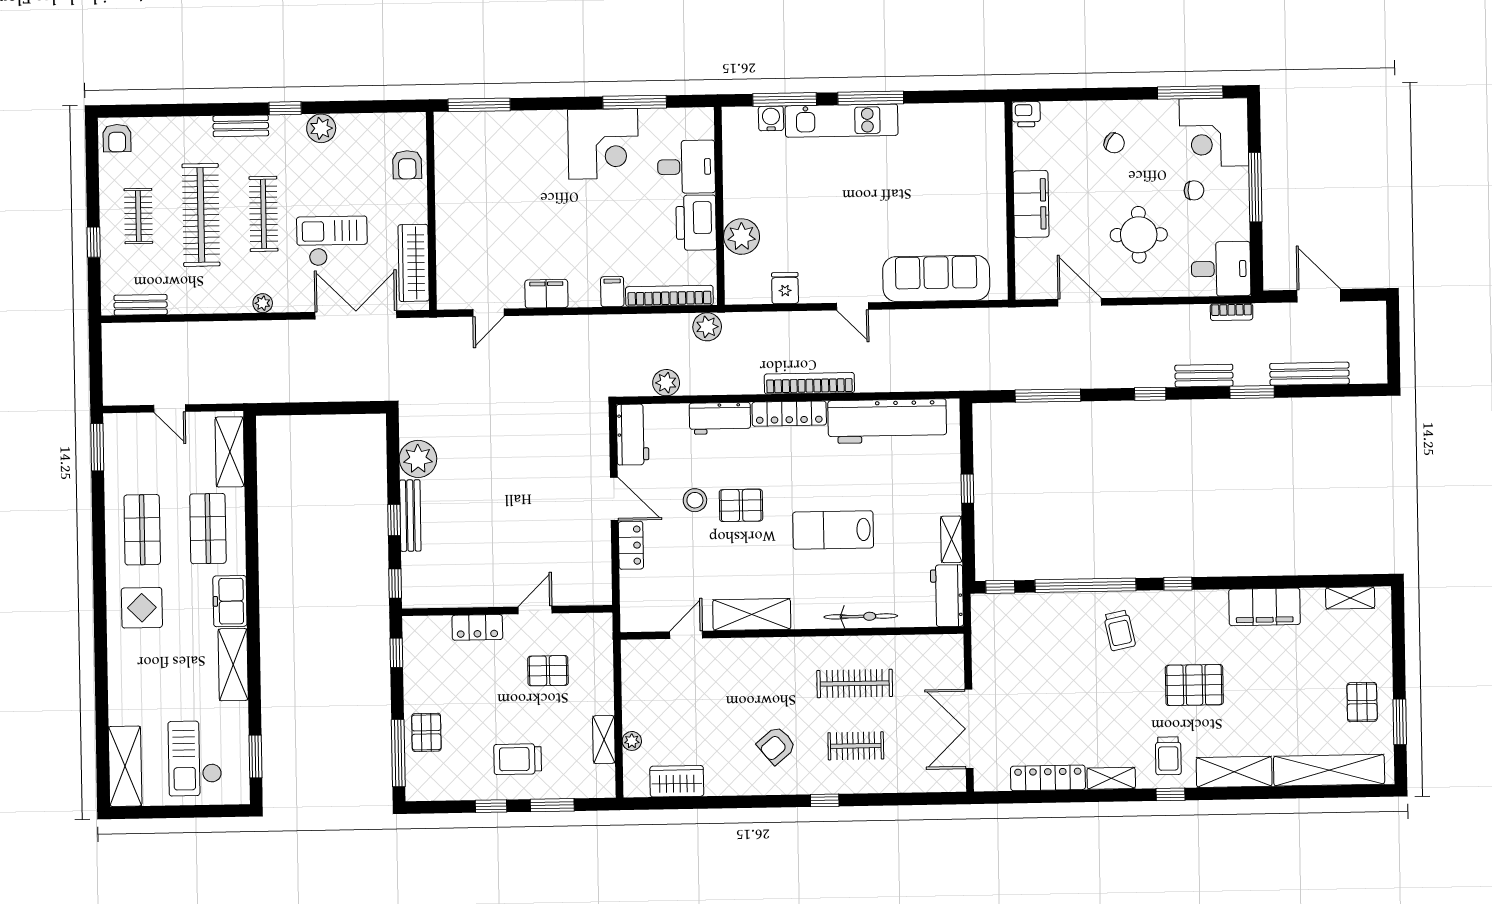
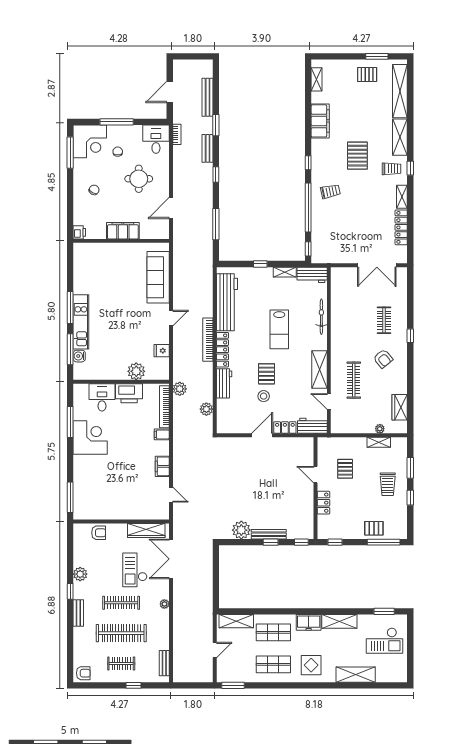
workbench: (633, 435) -> (312, 426), moved
clothes rail: (855, 683) -> (354, 380), moved
shelving: (125, 766) -> (356, 675), moved

